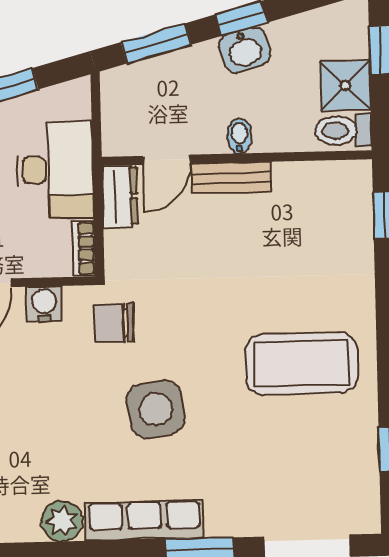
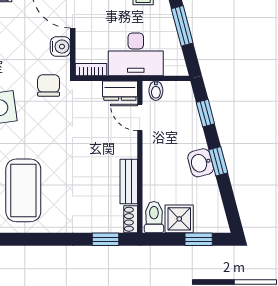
window: (156, 43) -> (205, 113), width x0.67
bidet: (239, 136) -> (156, 91), moved, turned 90
shoe rack: (348, 172) -> (131, 219), added
bench: (231, 178) -> (129, 181), moved

